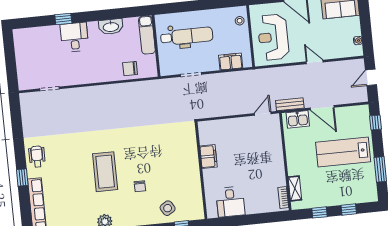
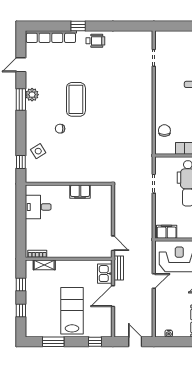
filing cabinet: (231, 62) -> (167, 232), moved, turned -90
door: (315, 62) -> (154, 281), moved
coffee table: (105, 172) -> (76, 99), turned 90

